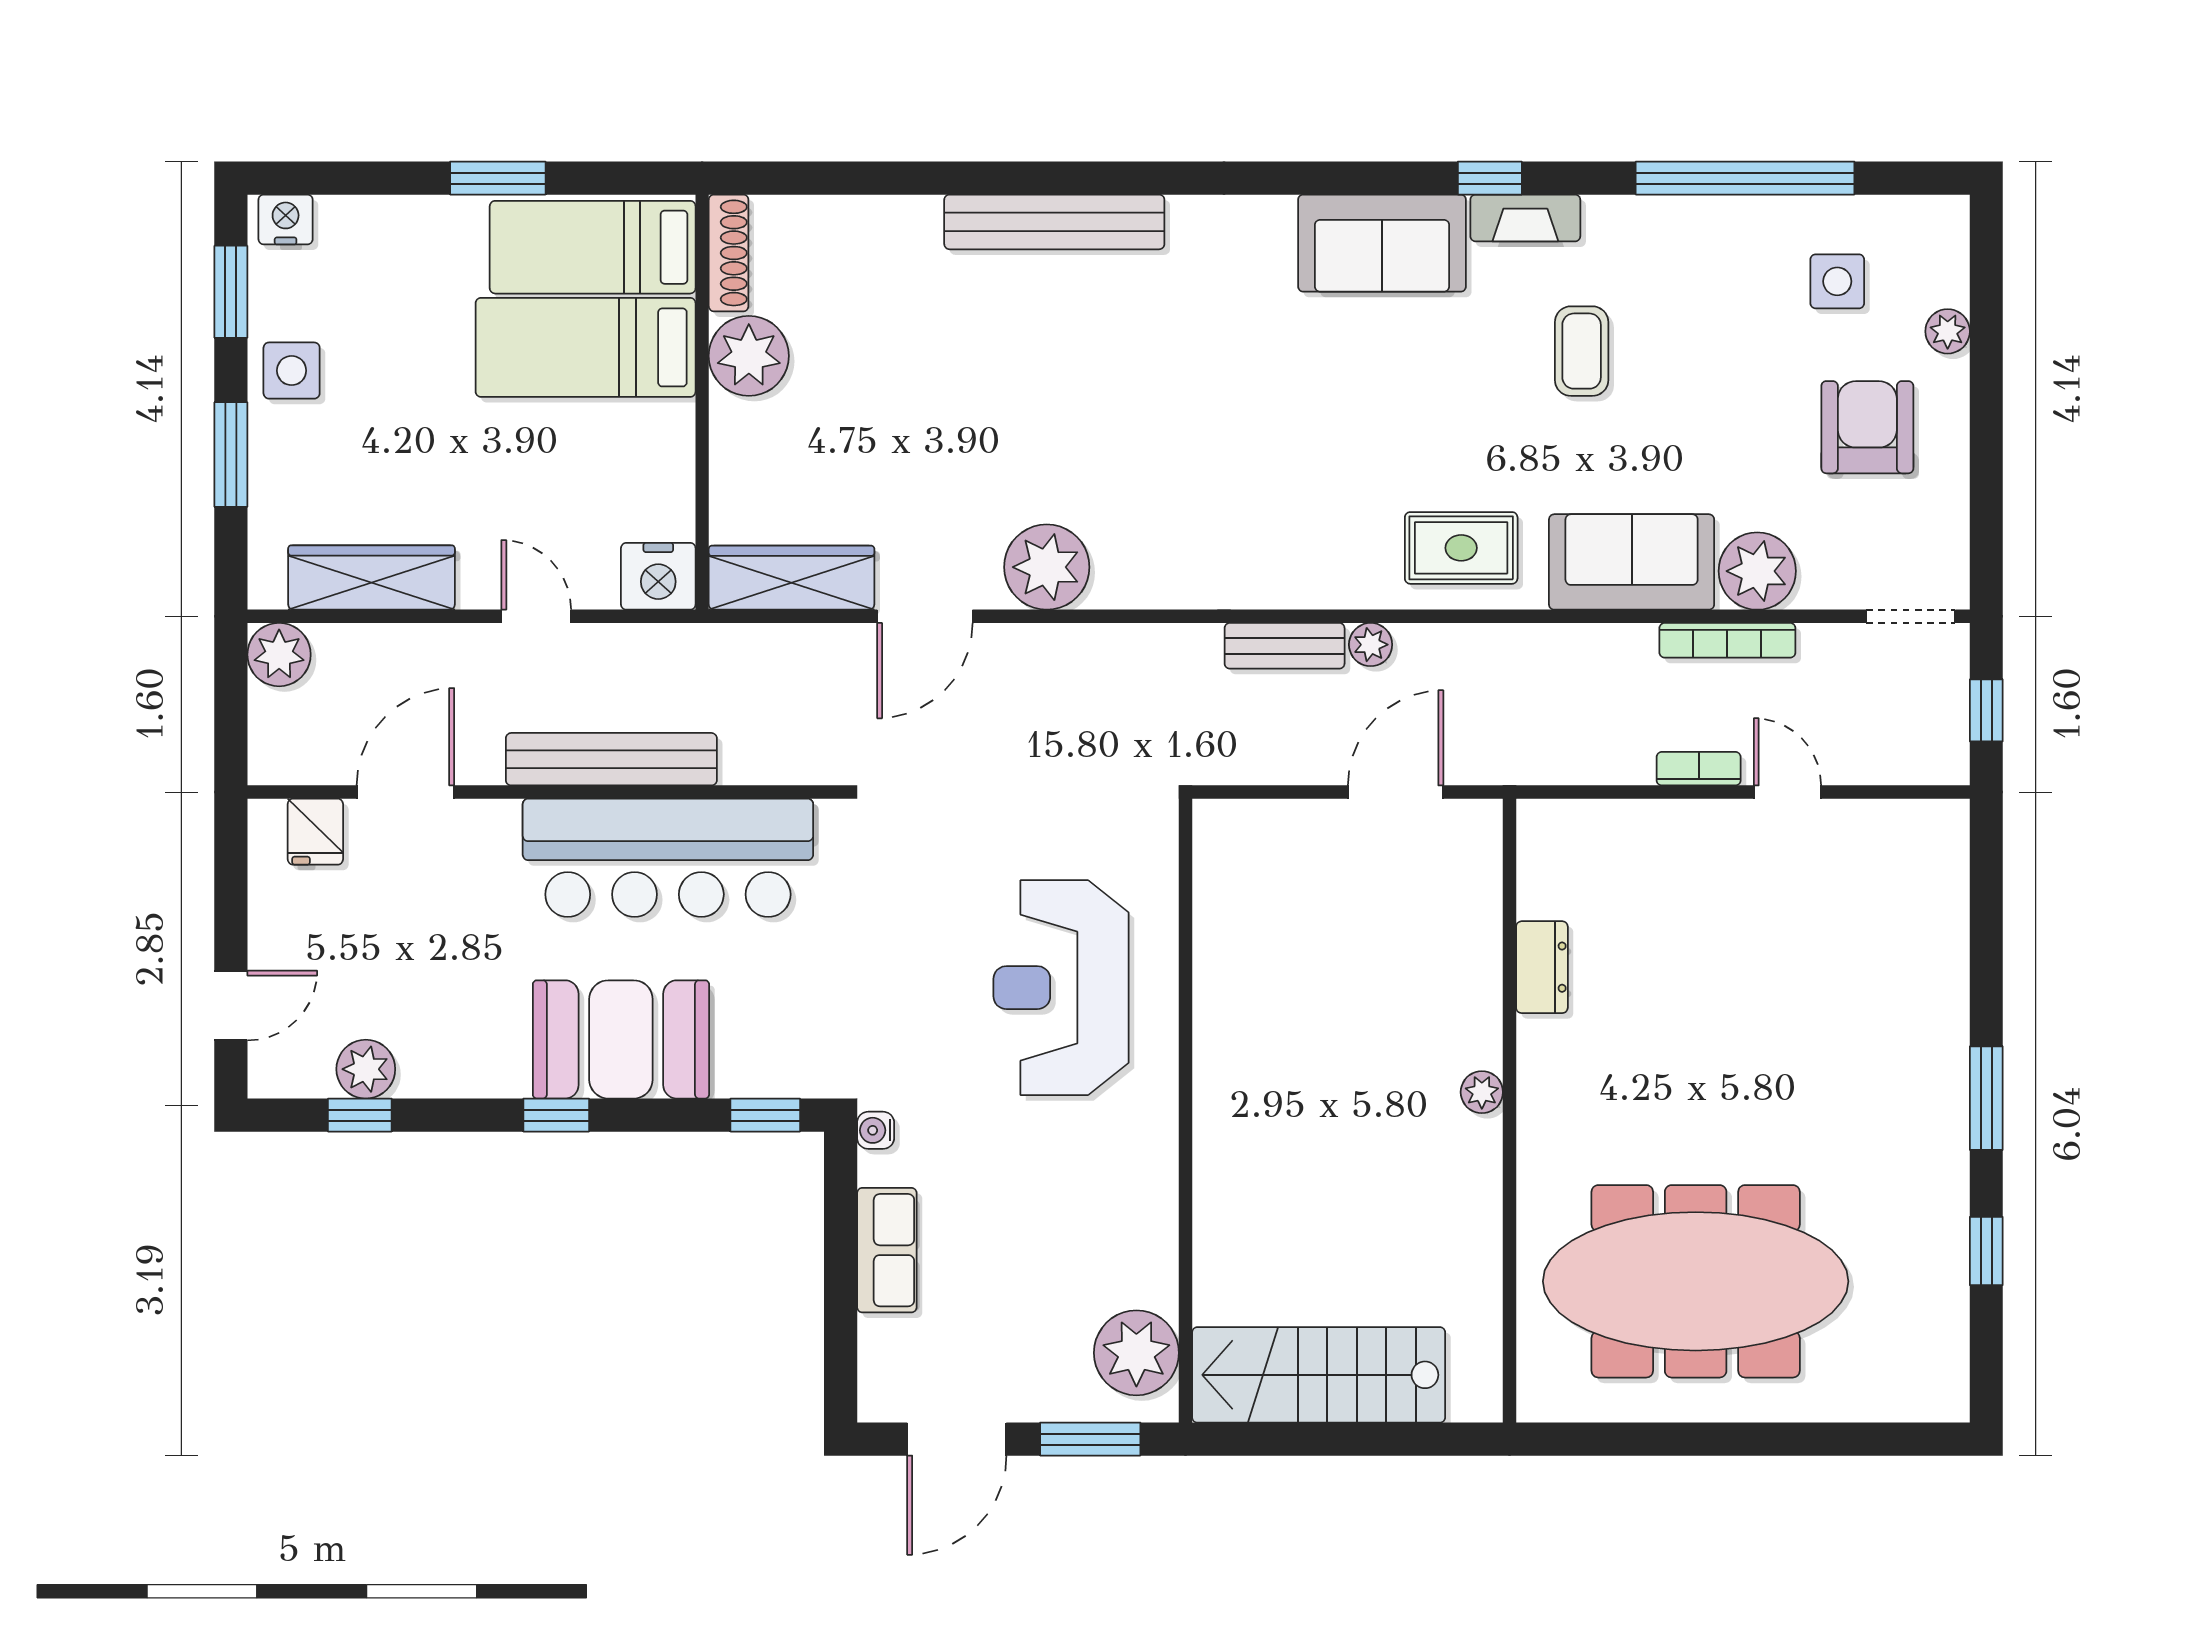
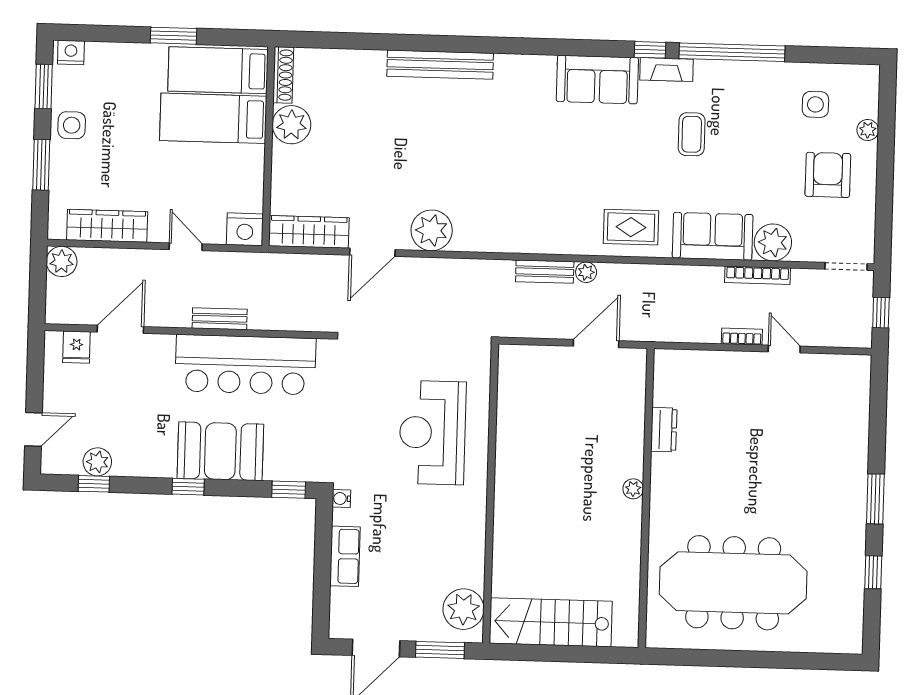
window: (1745, 178) -> (732, 52), moved
bench: (611, 759) -> (220, 319), width x0.54, depth x0.82

